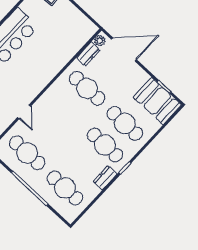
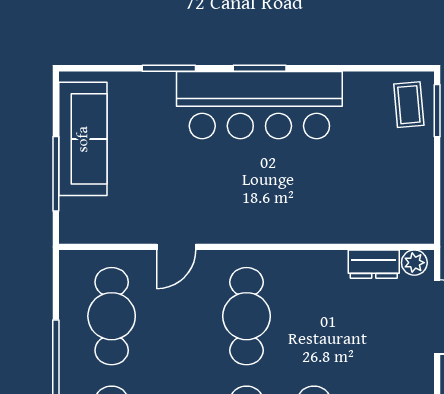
cafe table: (87, 88) -> (246, 316), moved

